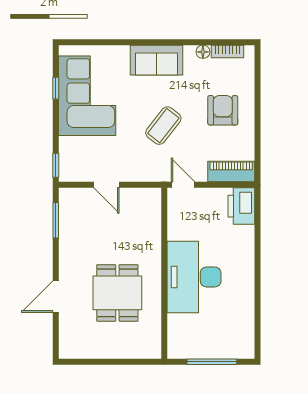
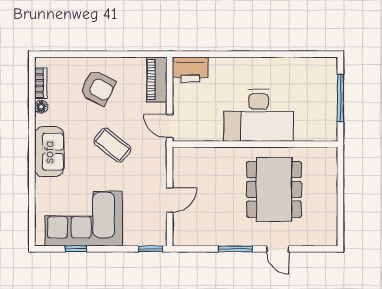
armchair: (223, 110) -> (98, 88), turned -153
door: (183, 185) -> (170, 126), hinge flipped
window: (56, 220) -> (235, 249), moved
dining table: (117, 293) -> (274, 189), width x1.38
door: (56, 297) -> (278, 249), width x0.73

